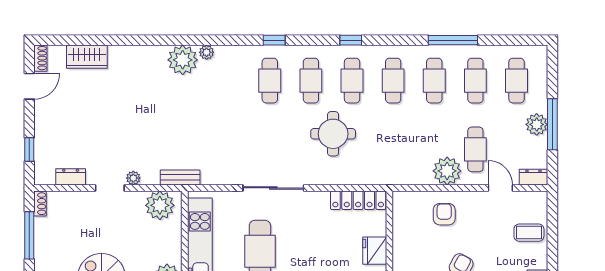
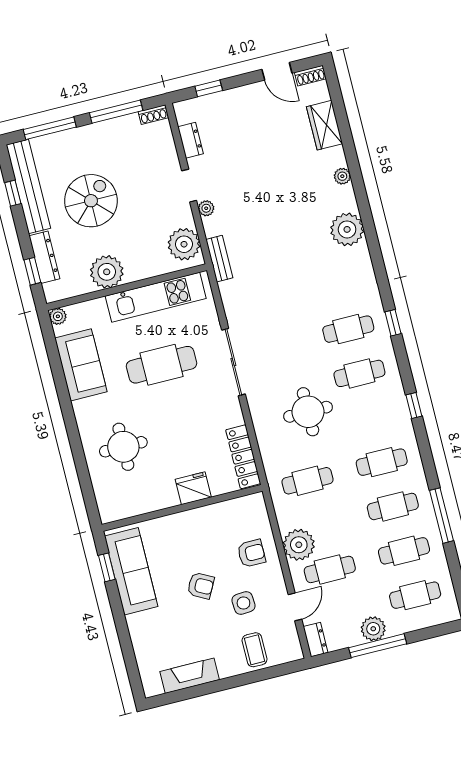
plant: (207, 52) -> (342, 176), moved
cafe table: (352, 81) -> (307, 481), moved
side table: (486, 232) -> (243, 603), added

